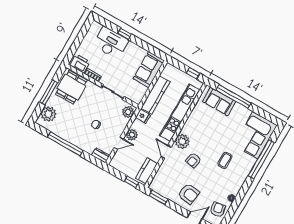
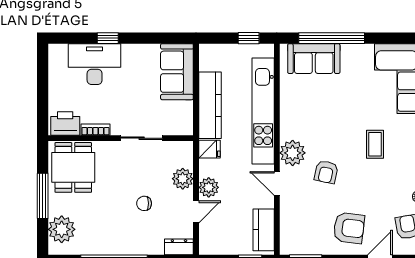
plant: (128, 112) -> (183, 179), moved

